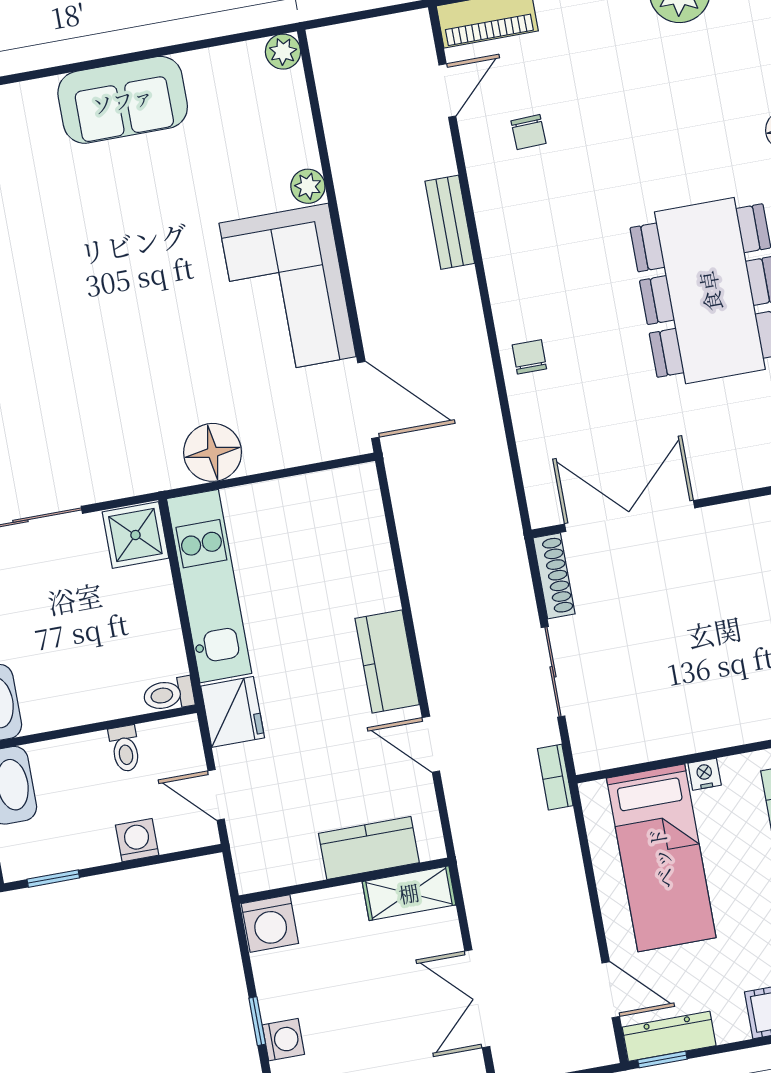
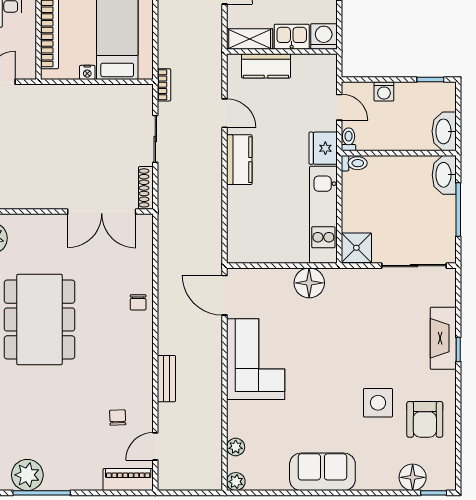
plant: (308, 186) -> (236, 447), moved
side table: (41, 249) -> (378, 403), added
toilet: (125, 749) -> (349, 139), moved
kitchen sink: (330, 912) -> (292, 37), added

